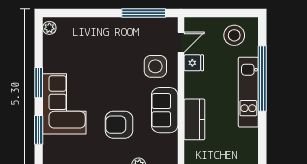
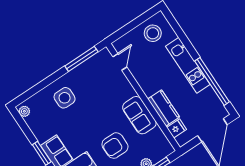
fridge: (194, 63) -> (177, 128), moved
side table: (155, 66) -> (65, 98), moved
window: (262, 79) -> (212, 81), moved

